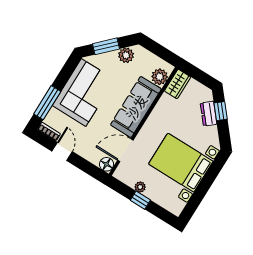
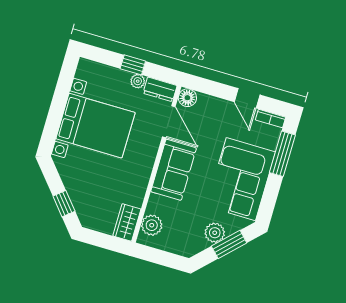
plant: (126, 55) -> (215, 233), moved
sofa: (136, 107) -> (174, 170), width x0.73
dresser: (209, 114) -> (160, 89), moved, turned 130
door: (125, 150) -> (169, 122), hinge flipped

